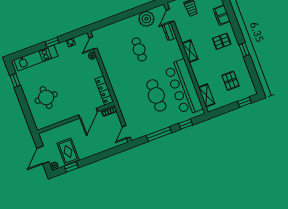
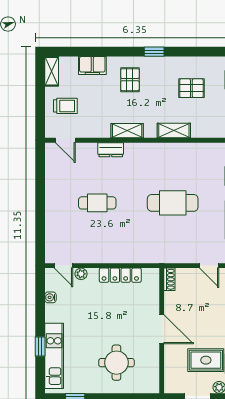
plant: (146, 19) -> (57, 176), removed
dresser: (169, 32) -> (111, 150), moved
window: (52, 42) -> (40, 346), moved
bar counter: (183, 87) -> (176, 160), removed
locker: (104, 91) -> (120, 275), moved
shelving: (207, 95) -> (174, 130), moved
door: (88, 113) -> (162, 329), moved

